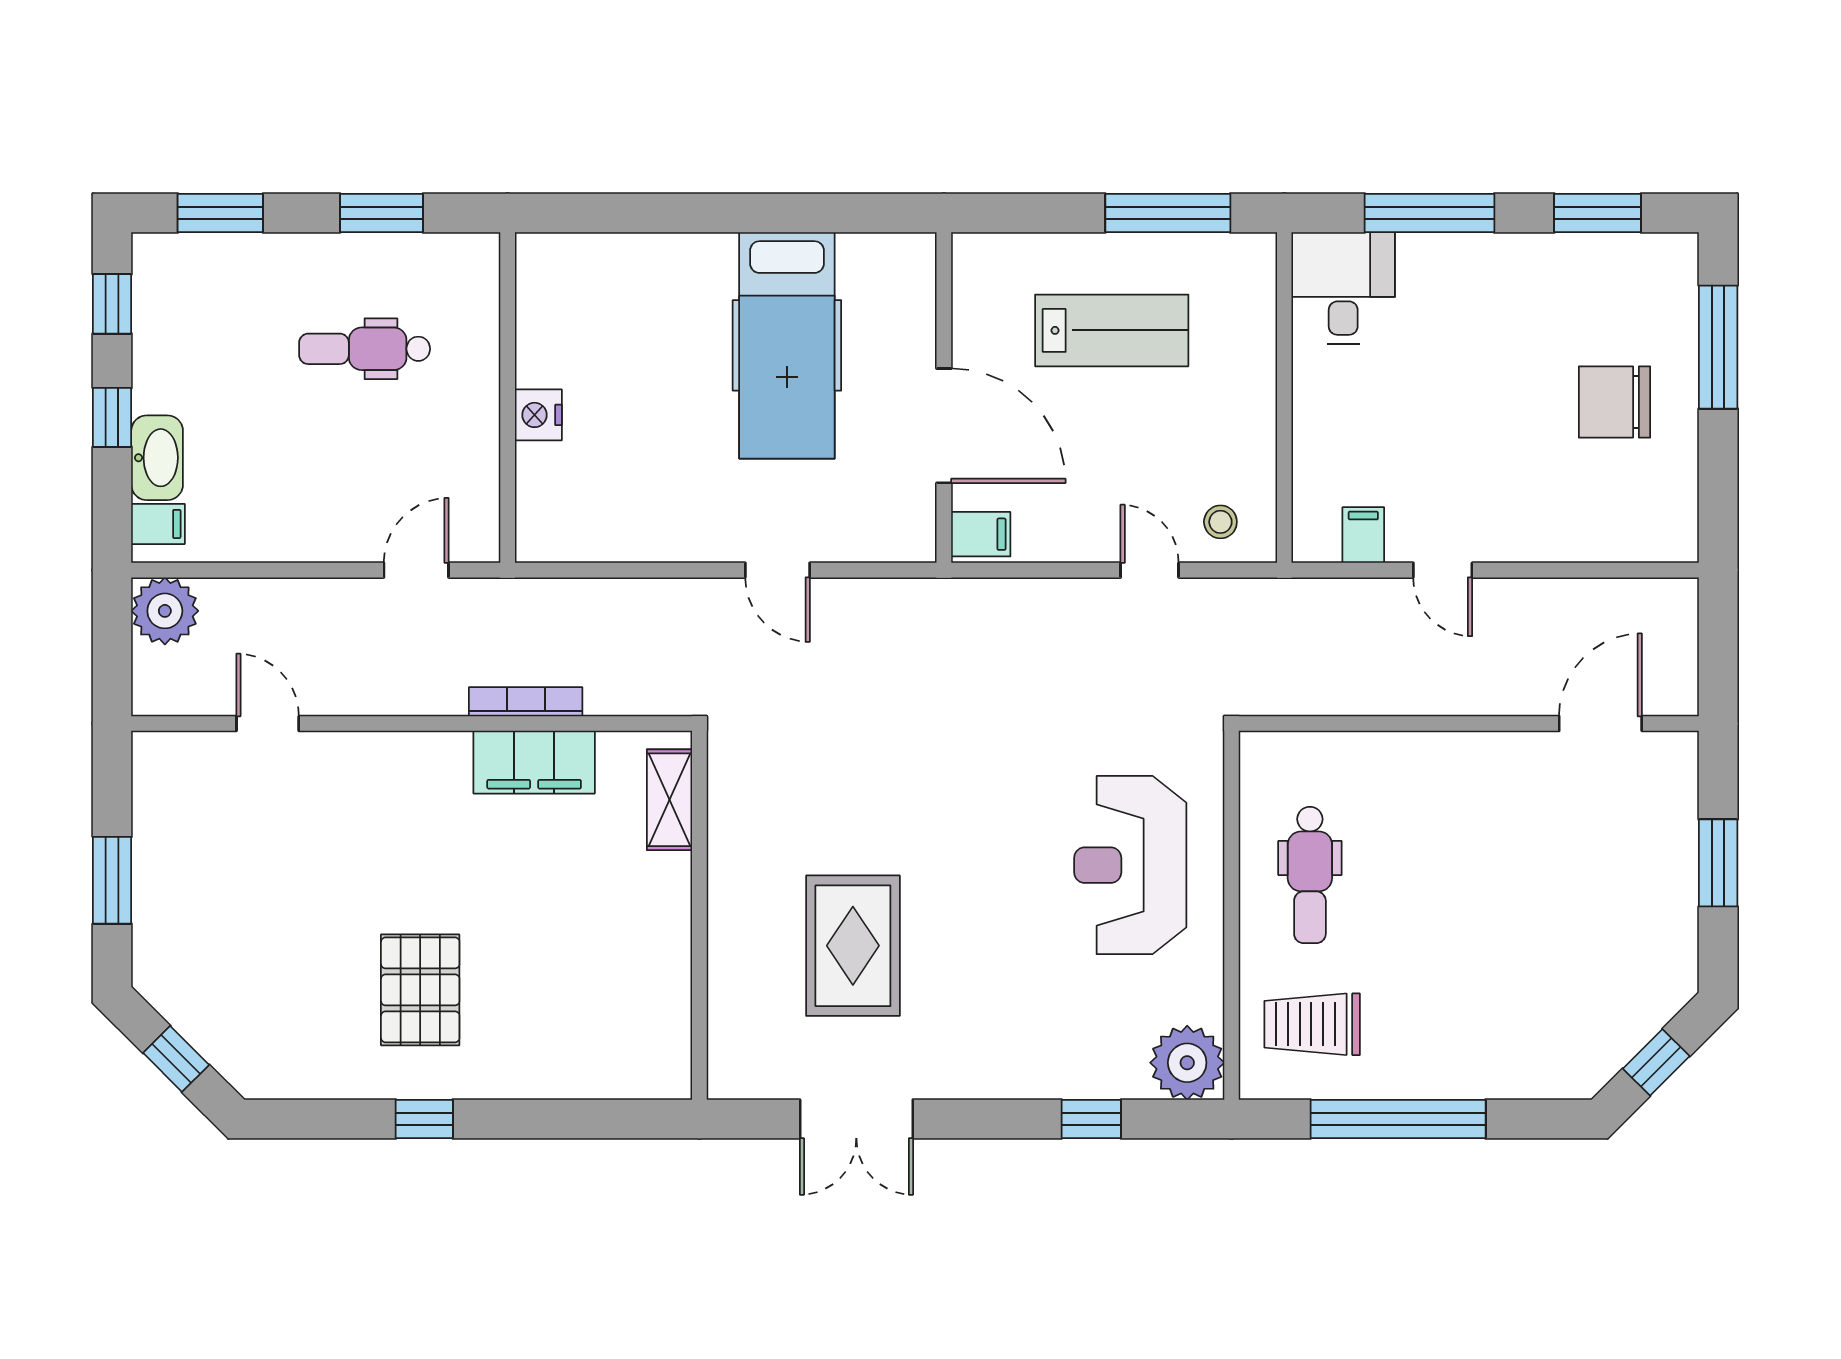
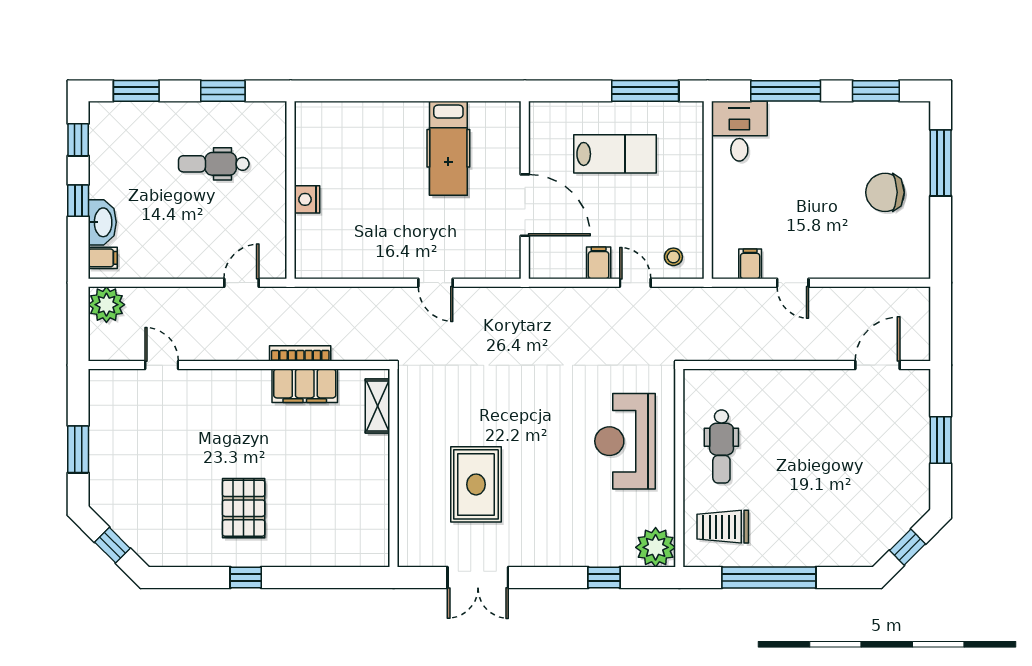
hospital bed: (787, 345) -> (448, 148), width x0.73, depth x0.78
filing cabinet: (981, 534) -> (599, 263), moved, turned -90

